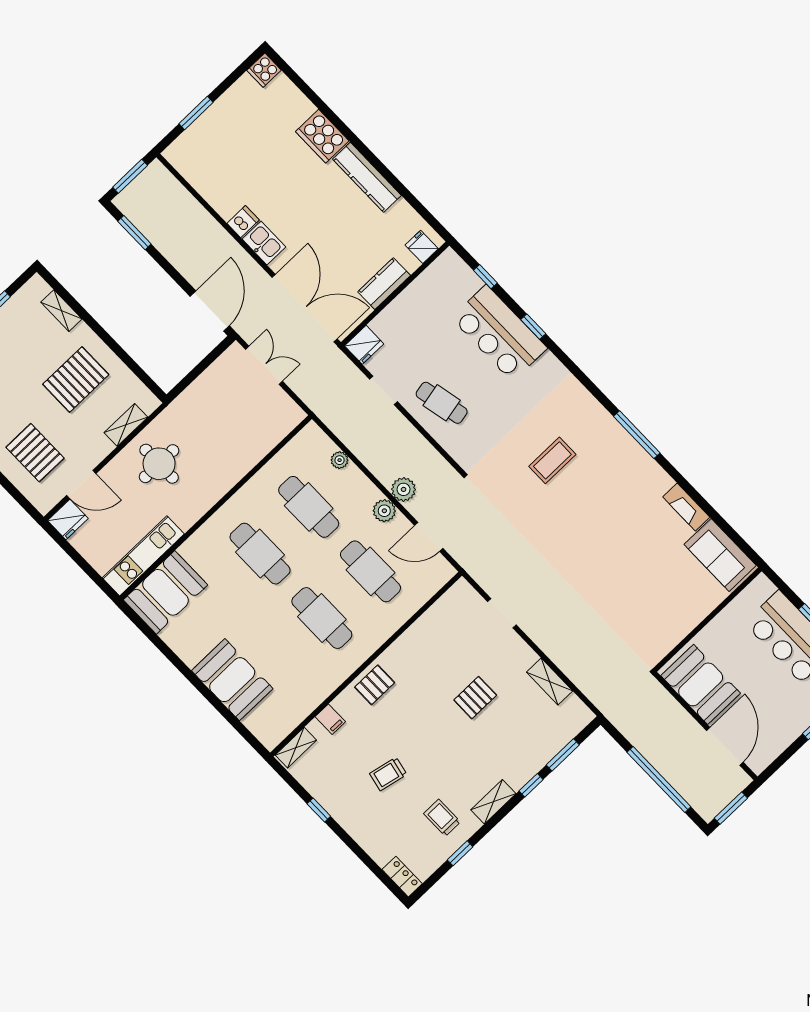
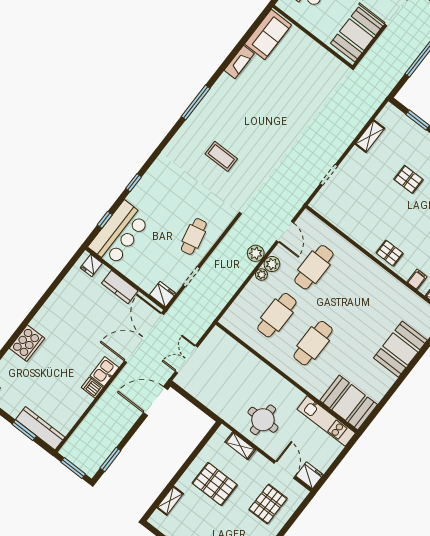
kitchen counter: (367, 177) -> (40, 428), moved, turned -90
bar counter: (499, 333) -> (119, 233), moved
plant: (340, 460) -> (261, 275), moved
cafe table: (322, 618) -> (350, 295), removed
pallet: (475, 698) -> (408, 179), moved

